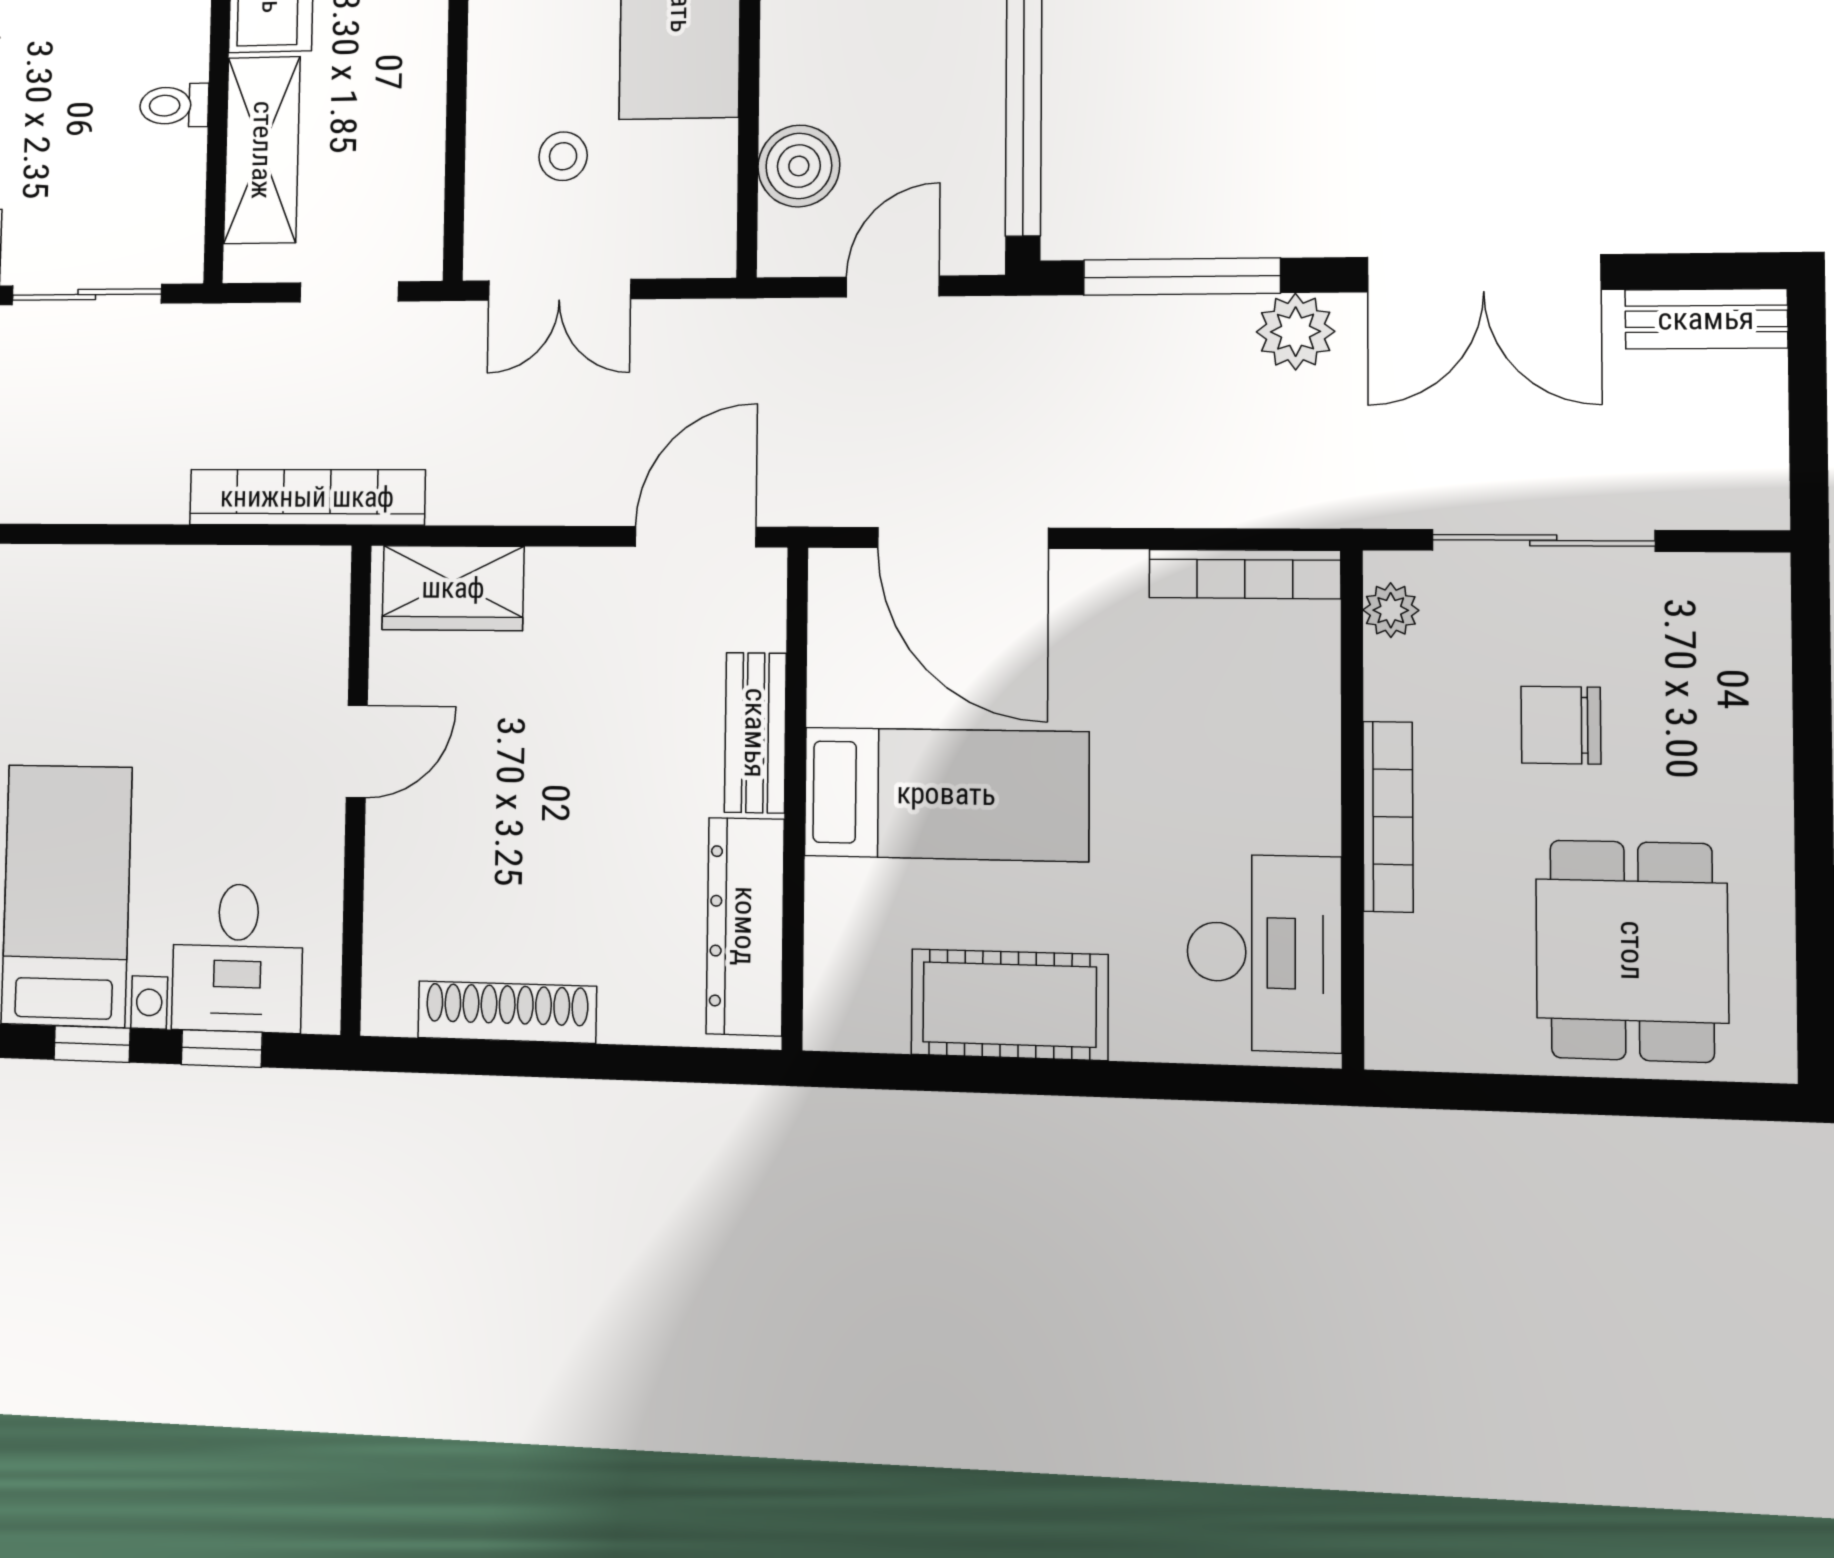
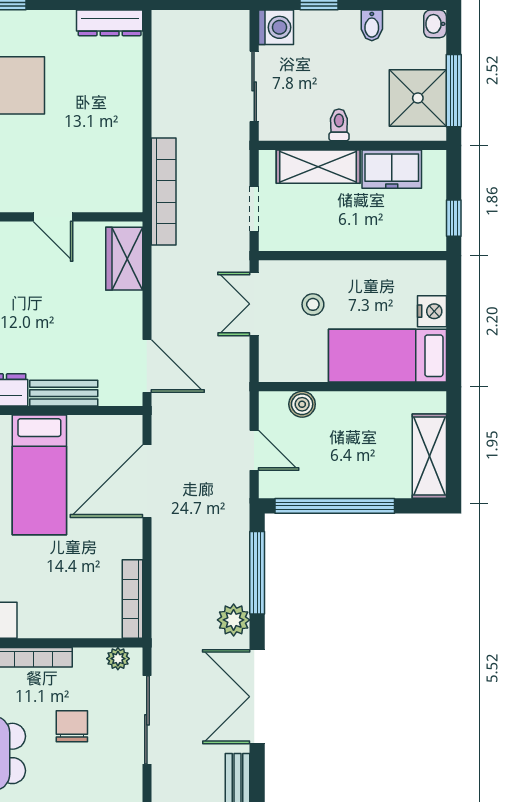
boiler: (799, 166) -> (302, 404), width x0.73, depth x0.73

